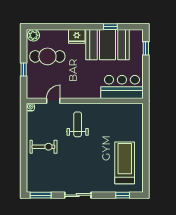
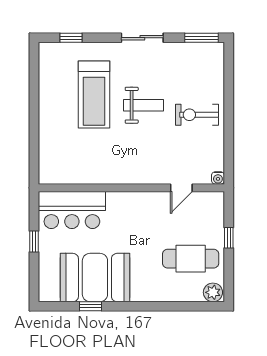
fridge: (77, 36) -> (144, 291), removed
window: (146, 48) -> (34, 241), moved
weight bench: (78, 124) -> (144, 105), moved, turned -90
treadmill: (125, 163) -> (94, 94), moved

